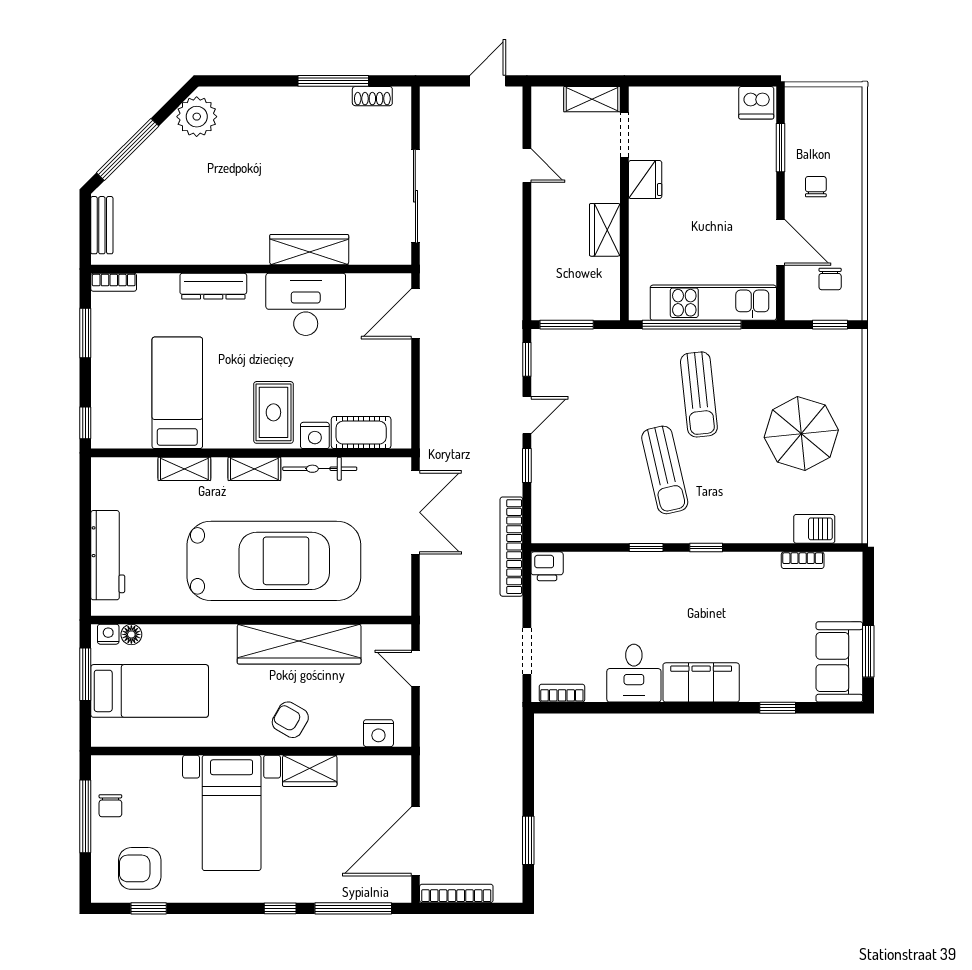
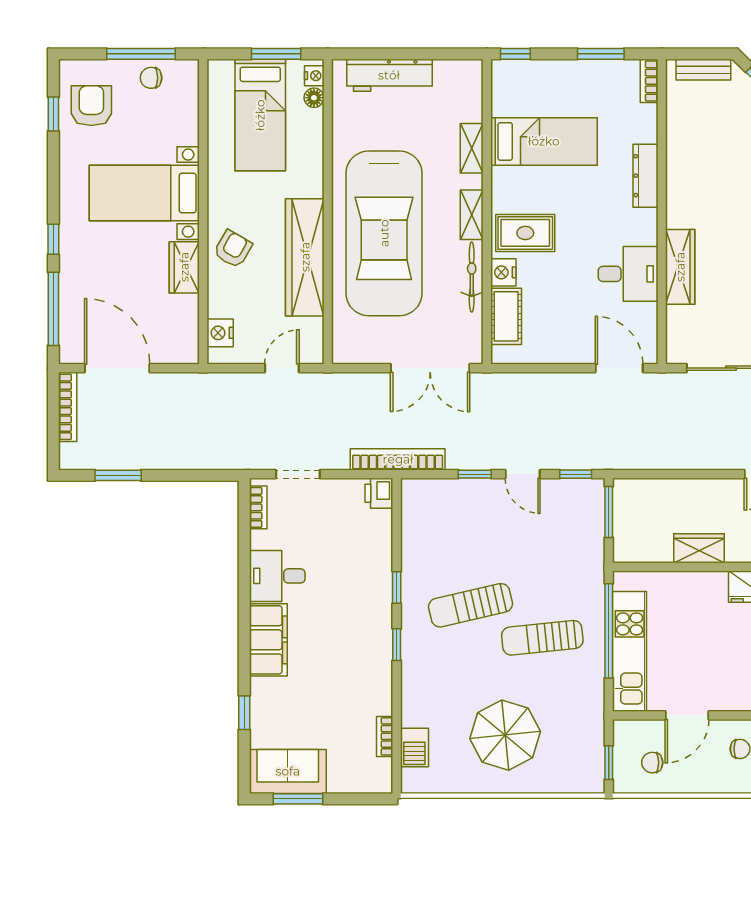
desk: (306, 304) -> (628, 274), width x0.73

